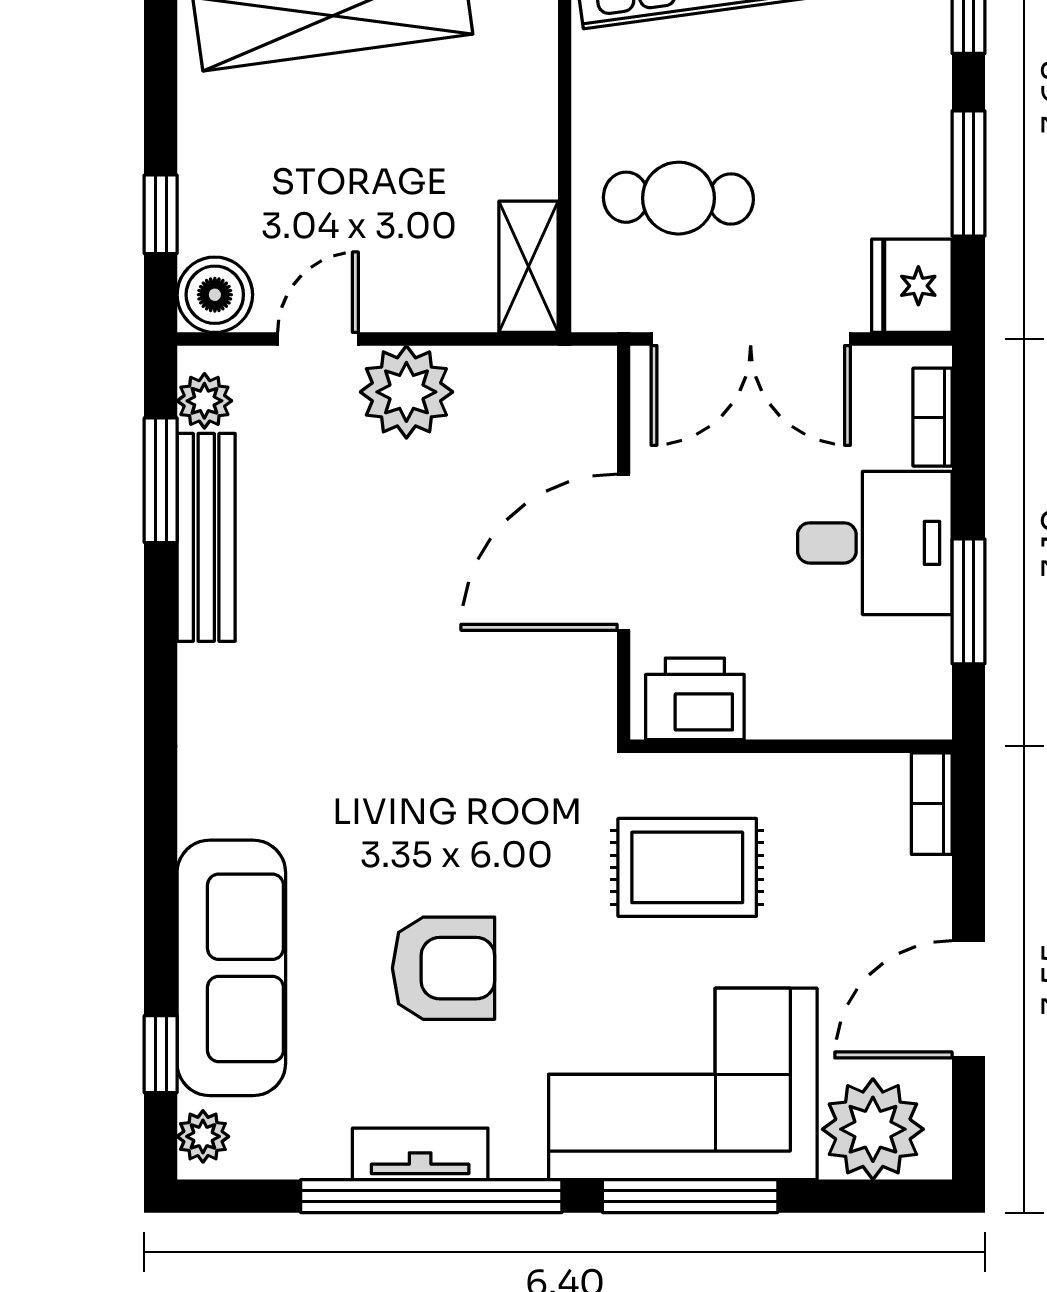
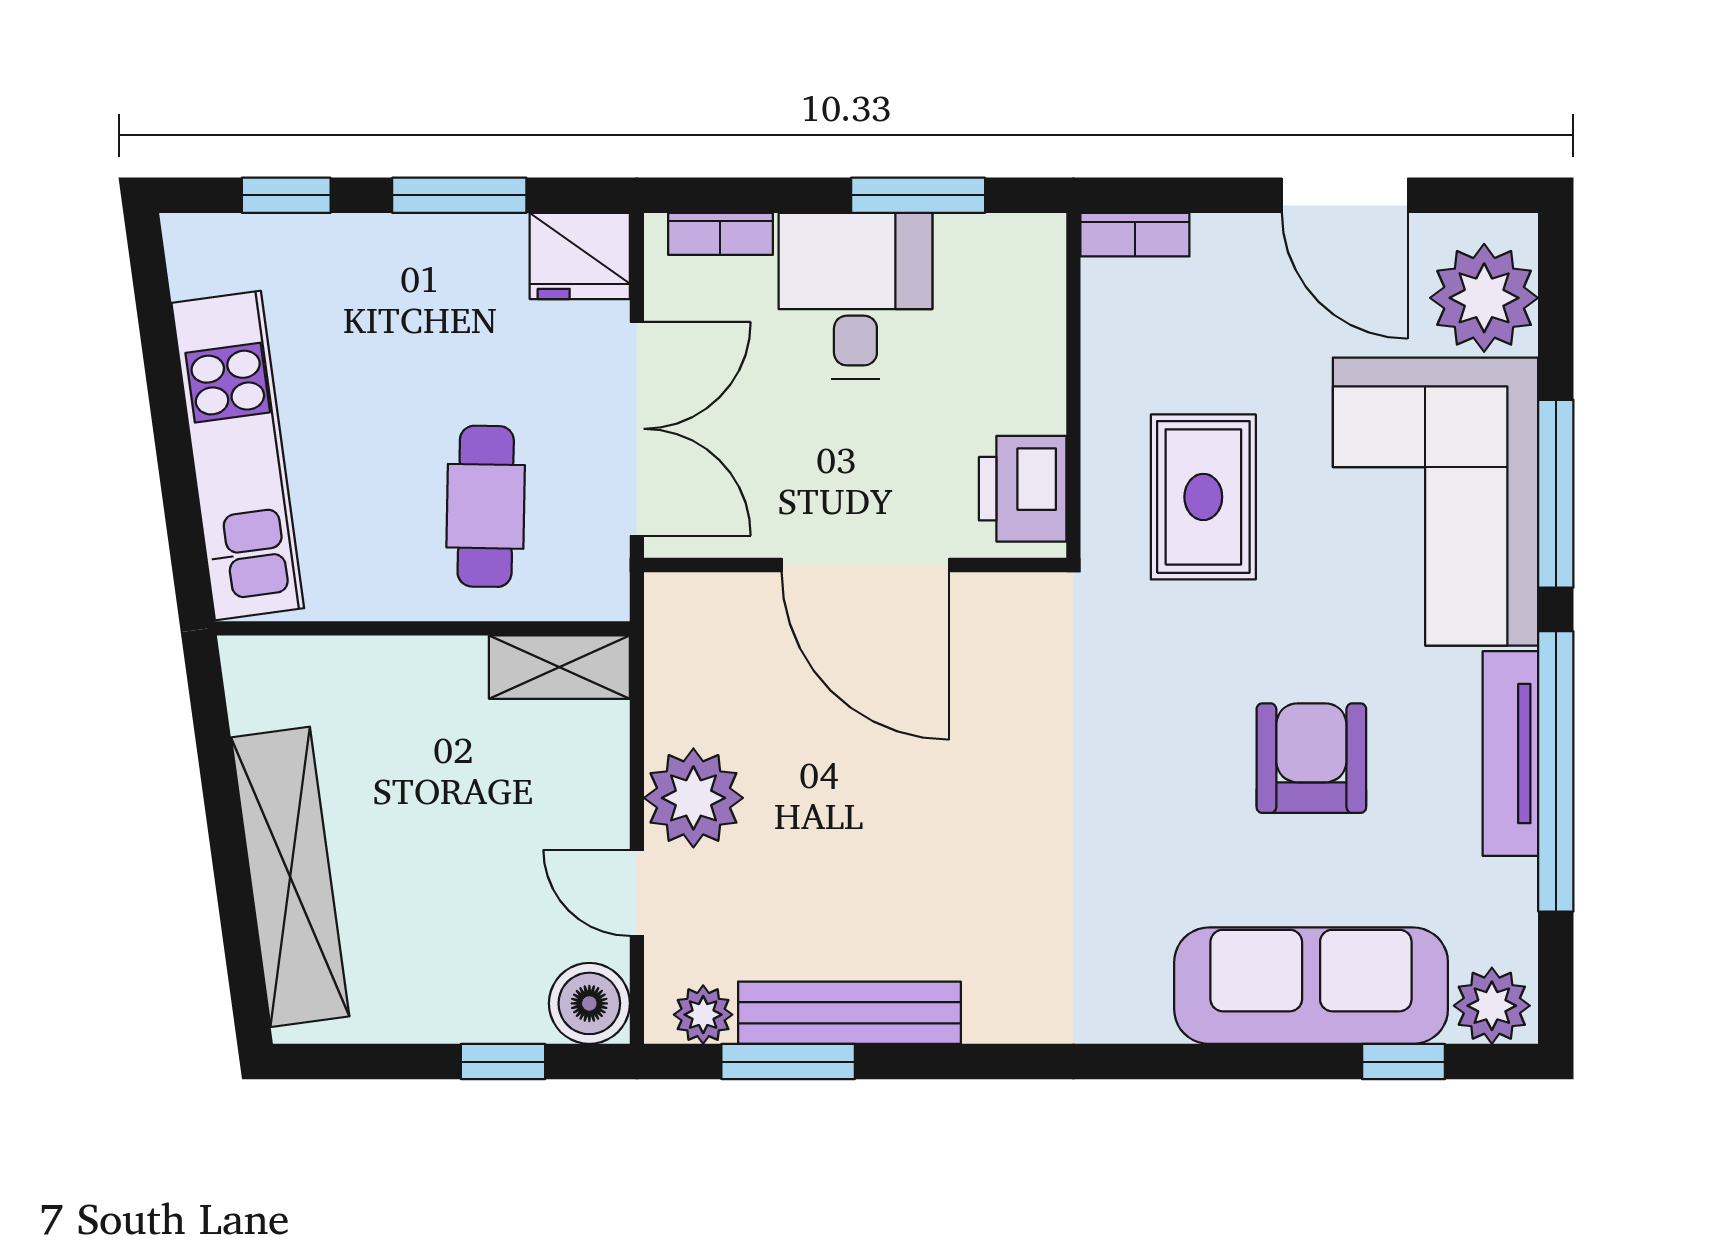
plant: (203, 1136) -> (1492, 1006), width x1.38, depth x1.38
tv unit: (420, 1154) -> (1510, 754), width x1.41

